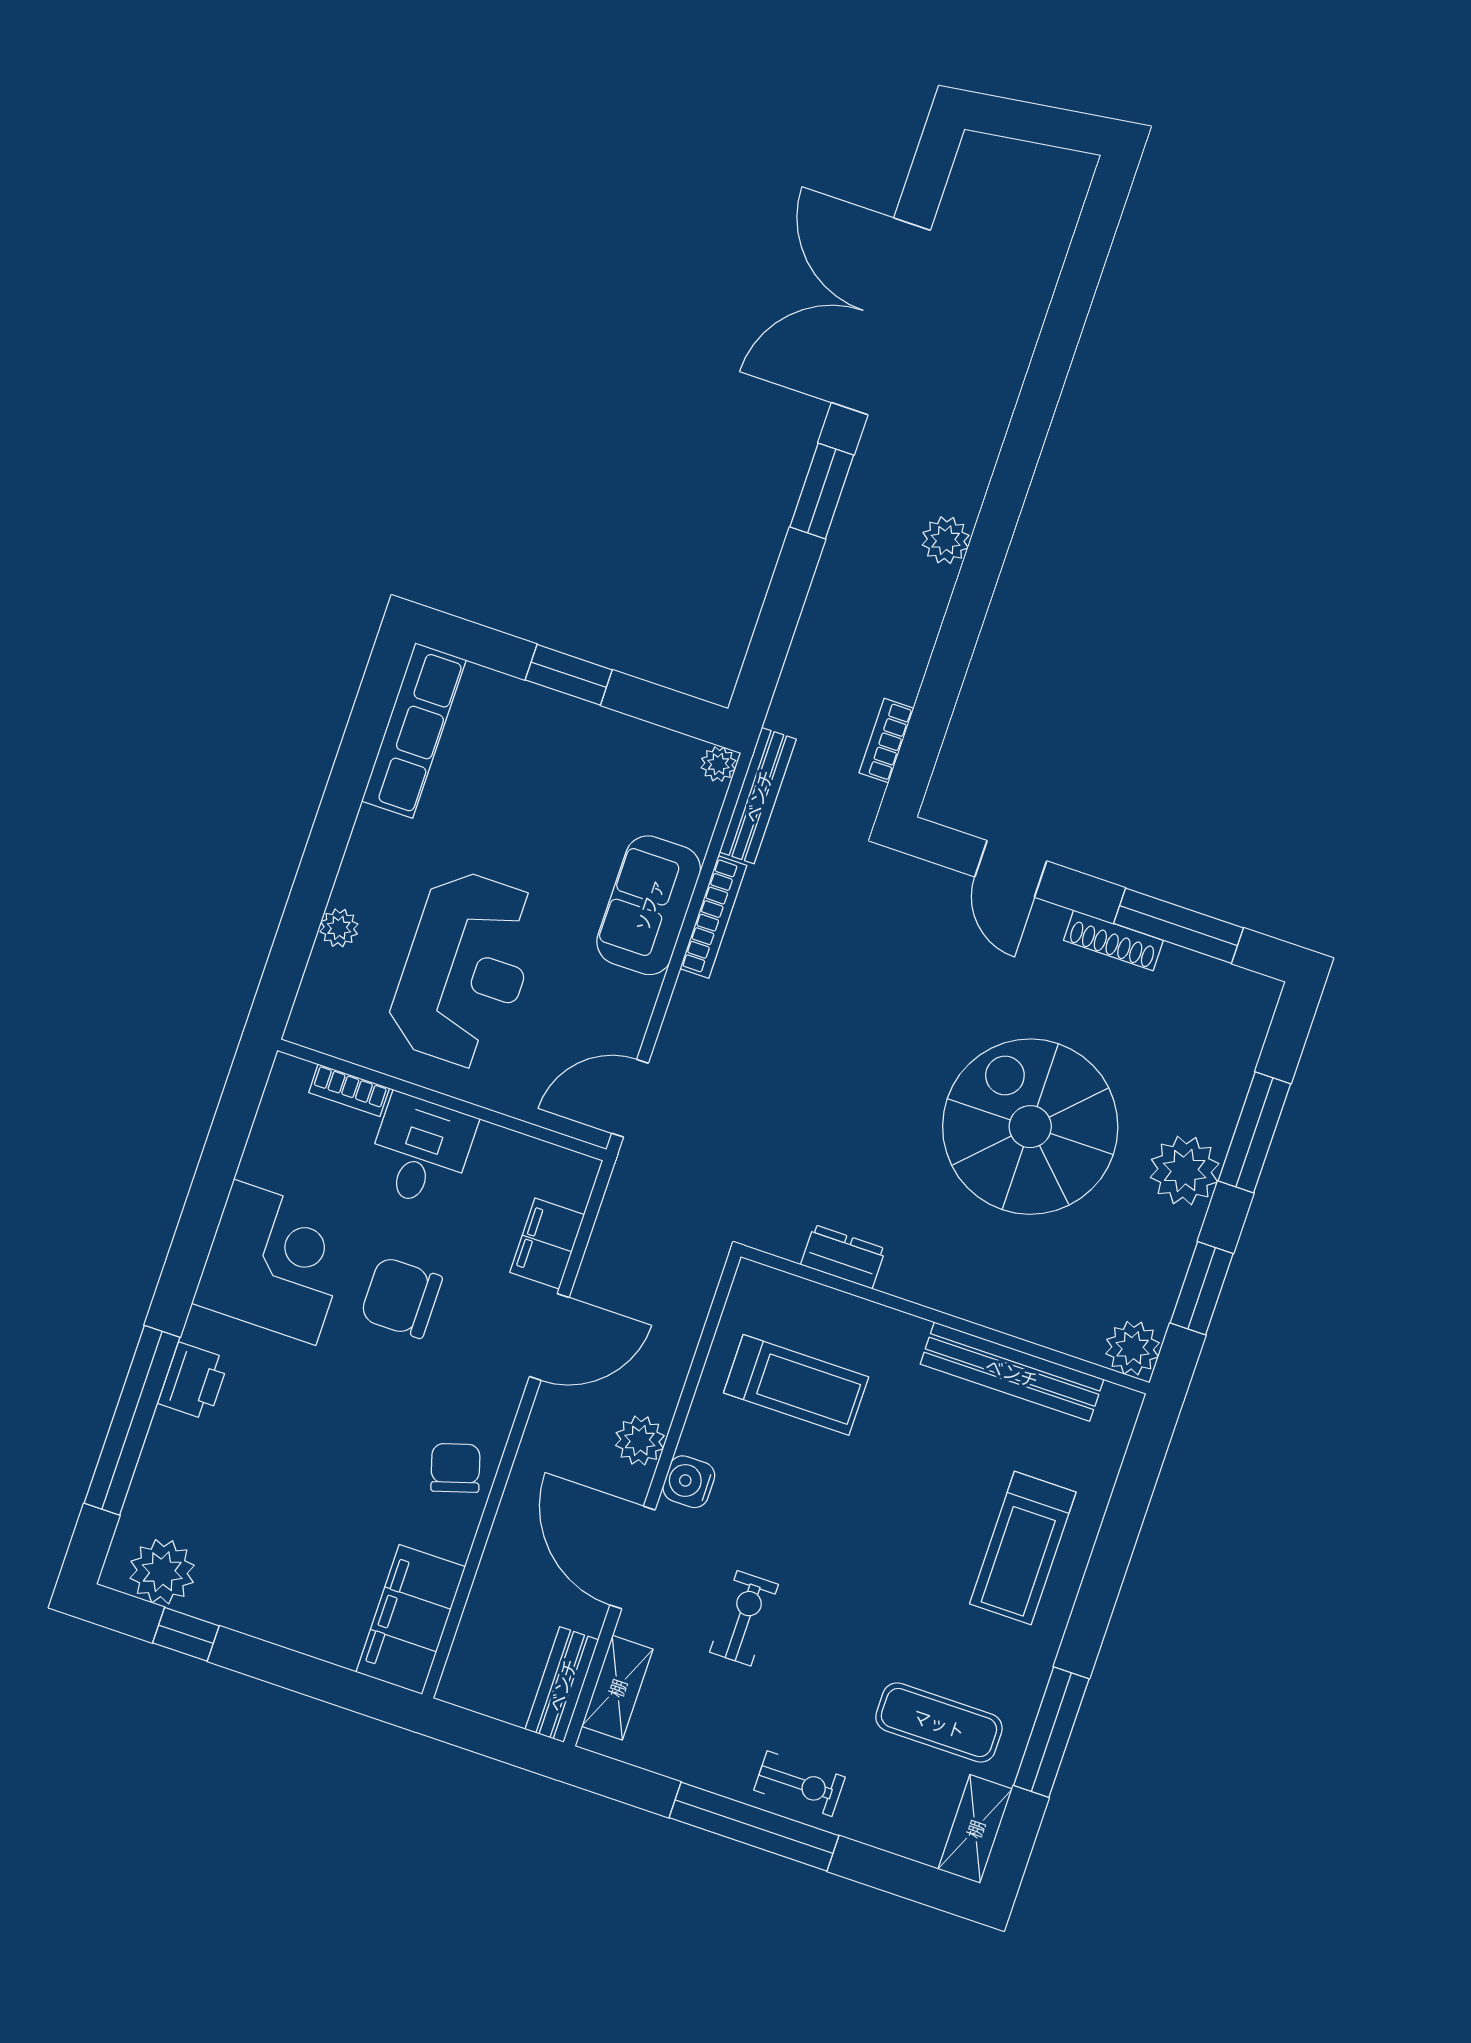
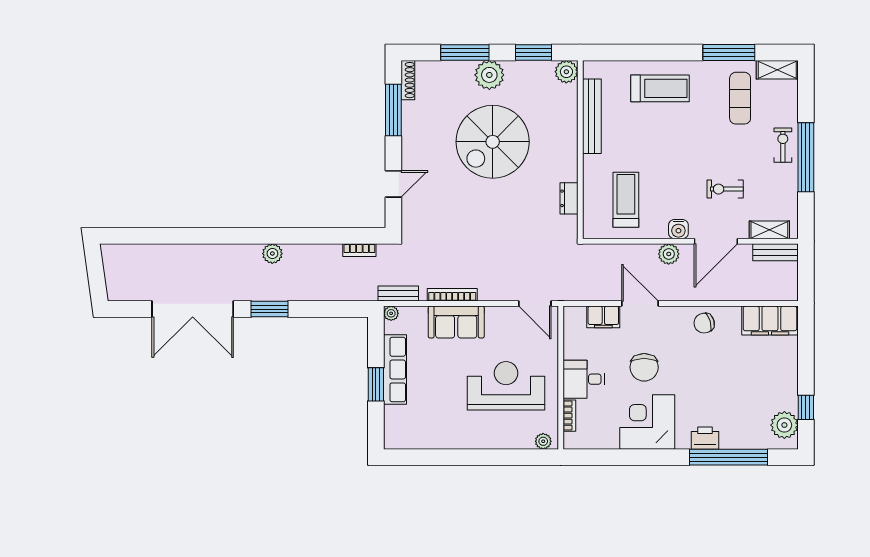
row of seats: (414, 731) -> (395, 370), moved, turned 90
bench: (758, 796) -> (398, 294), width x0.73
plant: (339, 928) -> (543, 441), moved
shoe rack: (1113, 940) -> (408, 80), moved

